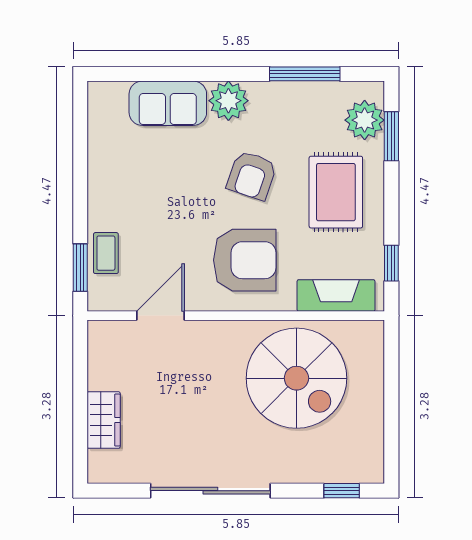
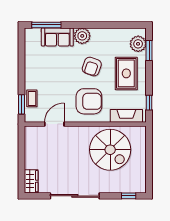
window: (305, 74) -> (46, 25), moved
wardrobe: (104, 420) -> (31, 181), moved

